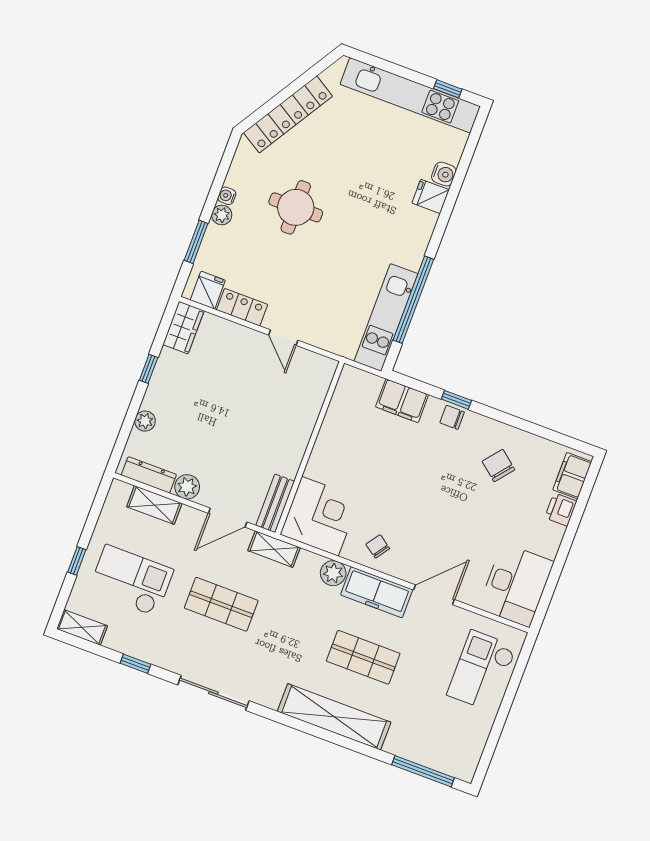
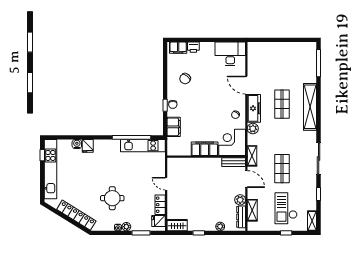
door: (283, 338) -> (166, 184), swing flipped
filing cabinet: (328, 451) -> (205, 149), added
checkout: (482, 671) -> (270, 55), removed

